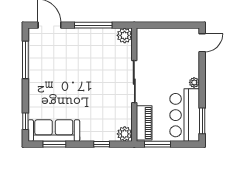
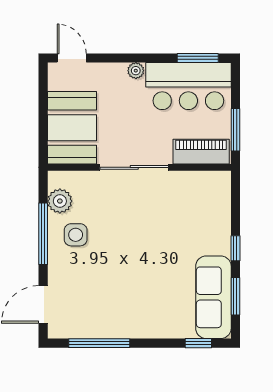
plant: (125, 35) -> (60, 201), moved
booth: (159, 43) -> (72, 128), added
side table: (93, 45) -> (76, 235), added
plant: (125, 134) -> (219, 183), removed
window: (102, 144) -> (235, 248), moved

